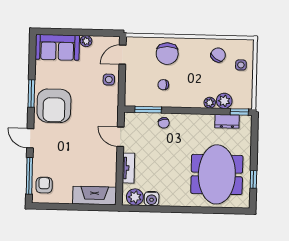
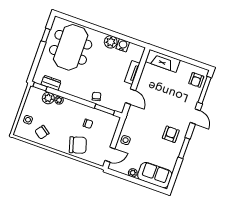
chair: (167, 54) -> (78, 145), turned 73
armchair: (54, 106) -> (171, 134), width x0.53, depth x0.53
plant: (135, 197) -> (111, 42), moved

